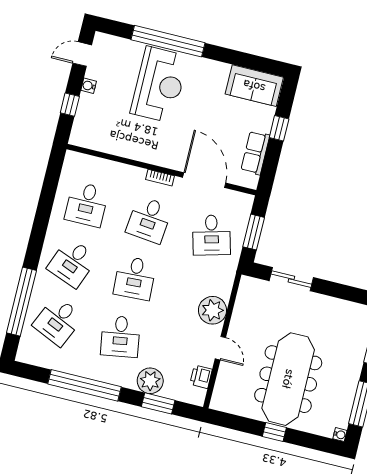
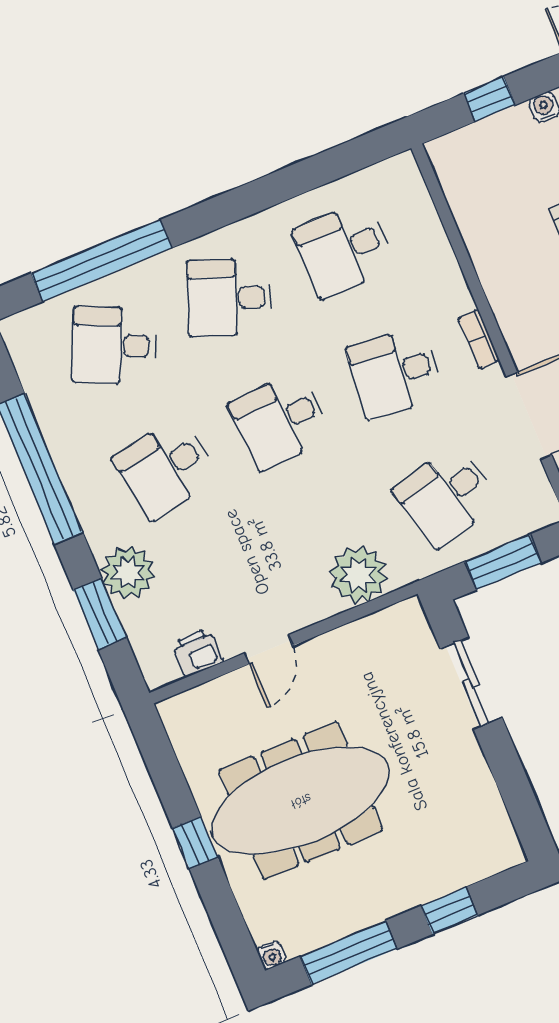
plant: (213, 310) -> (358, 575), moved

